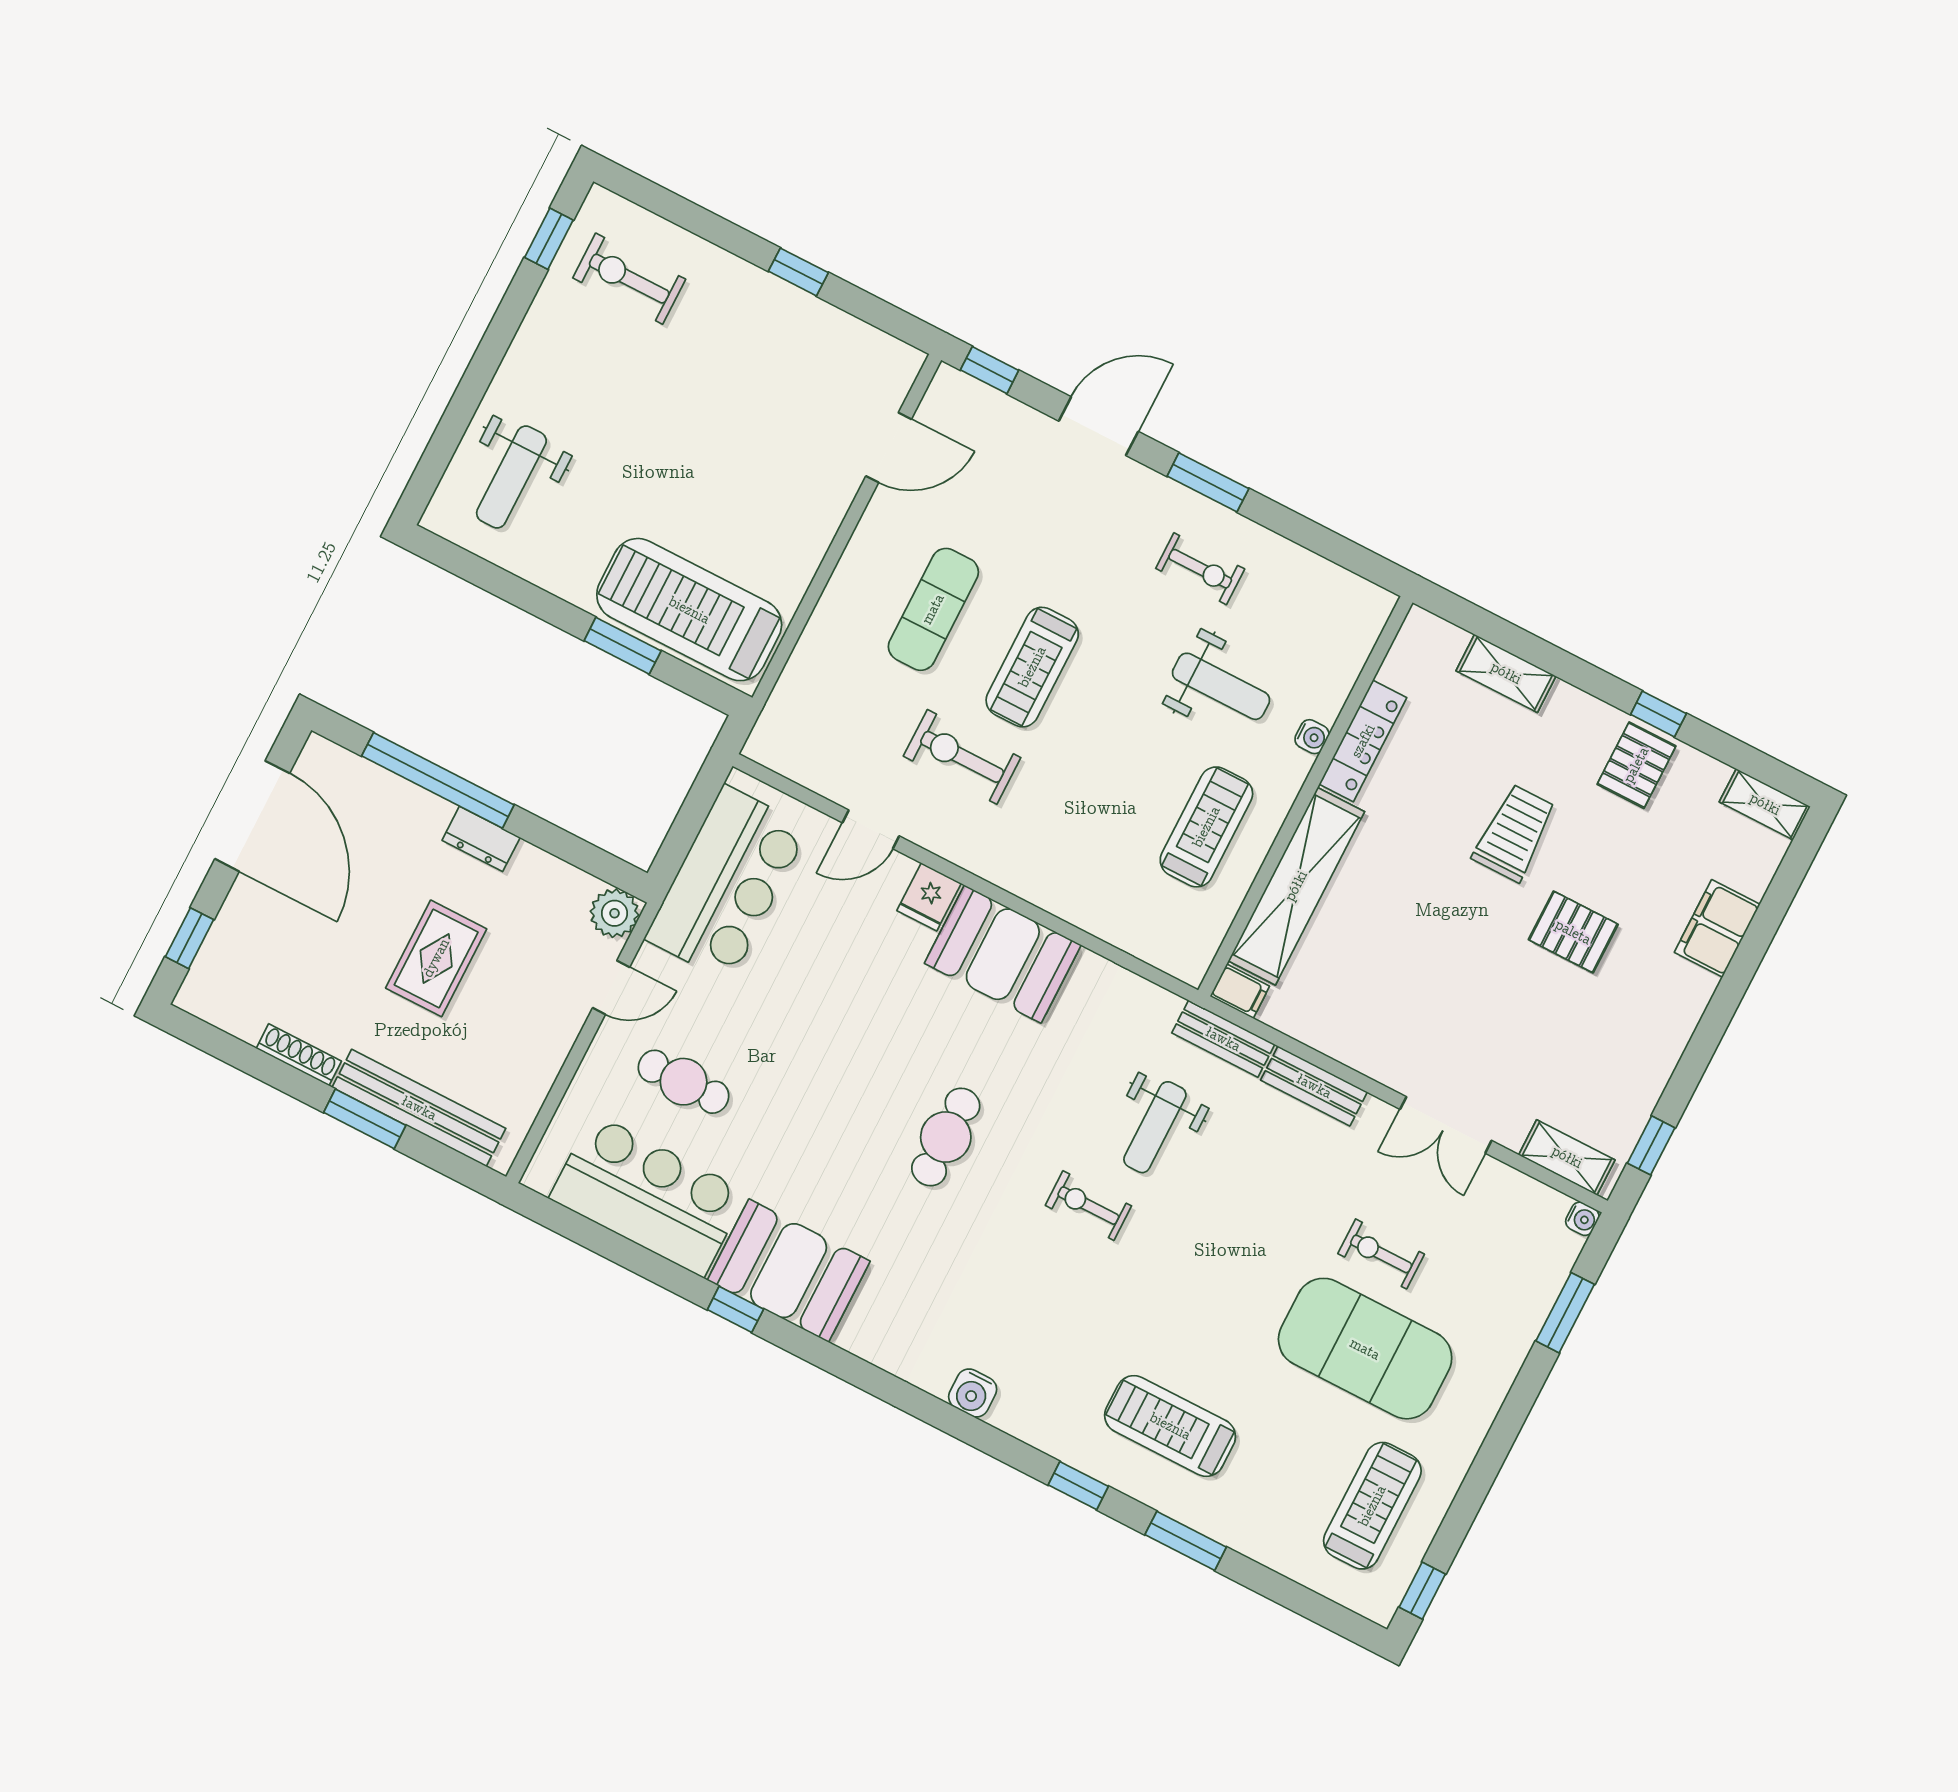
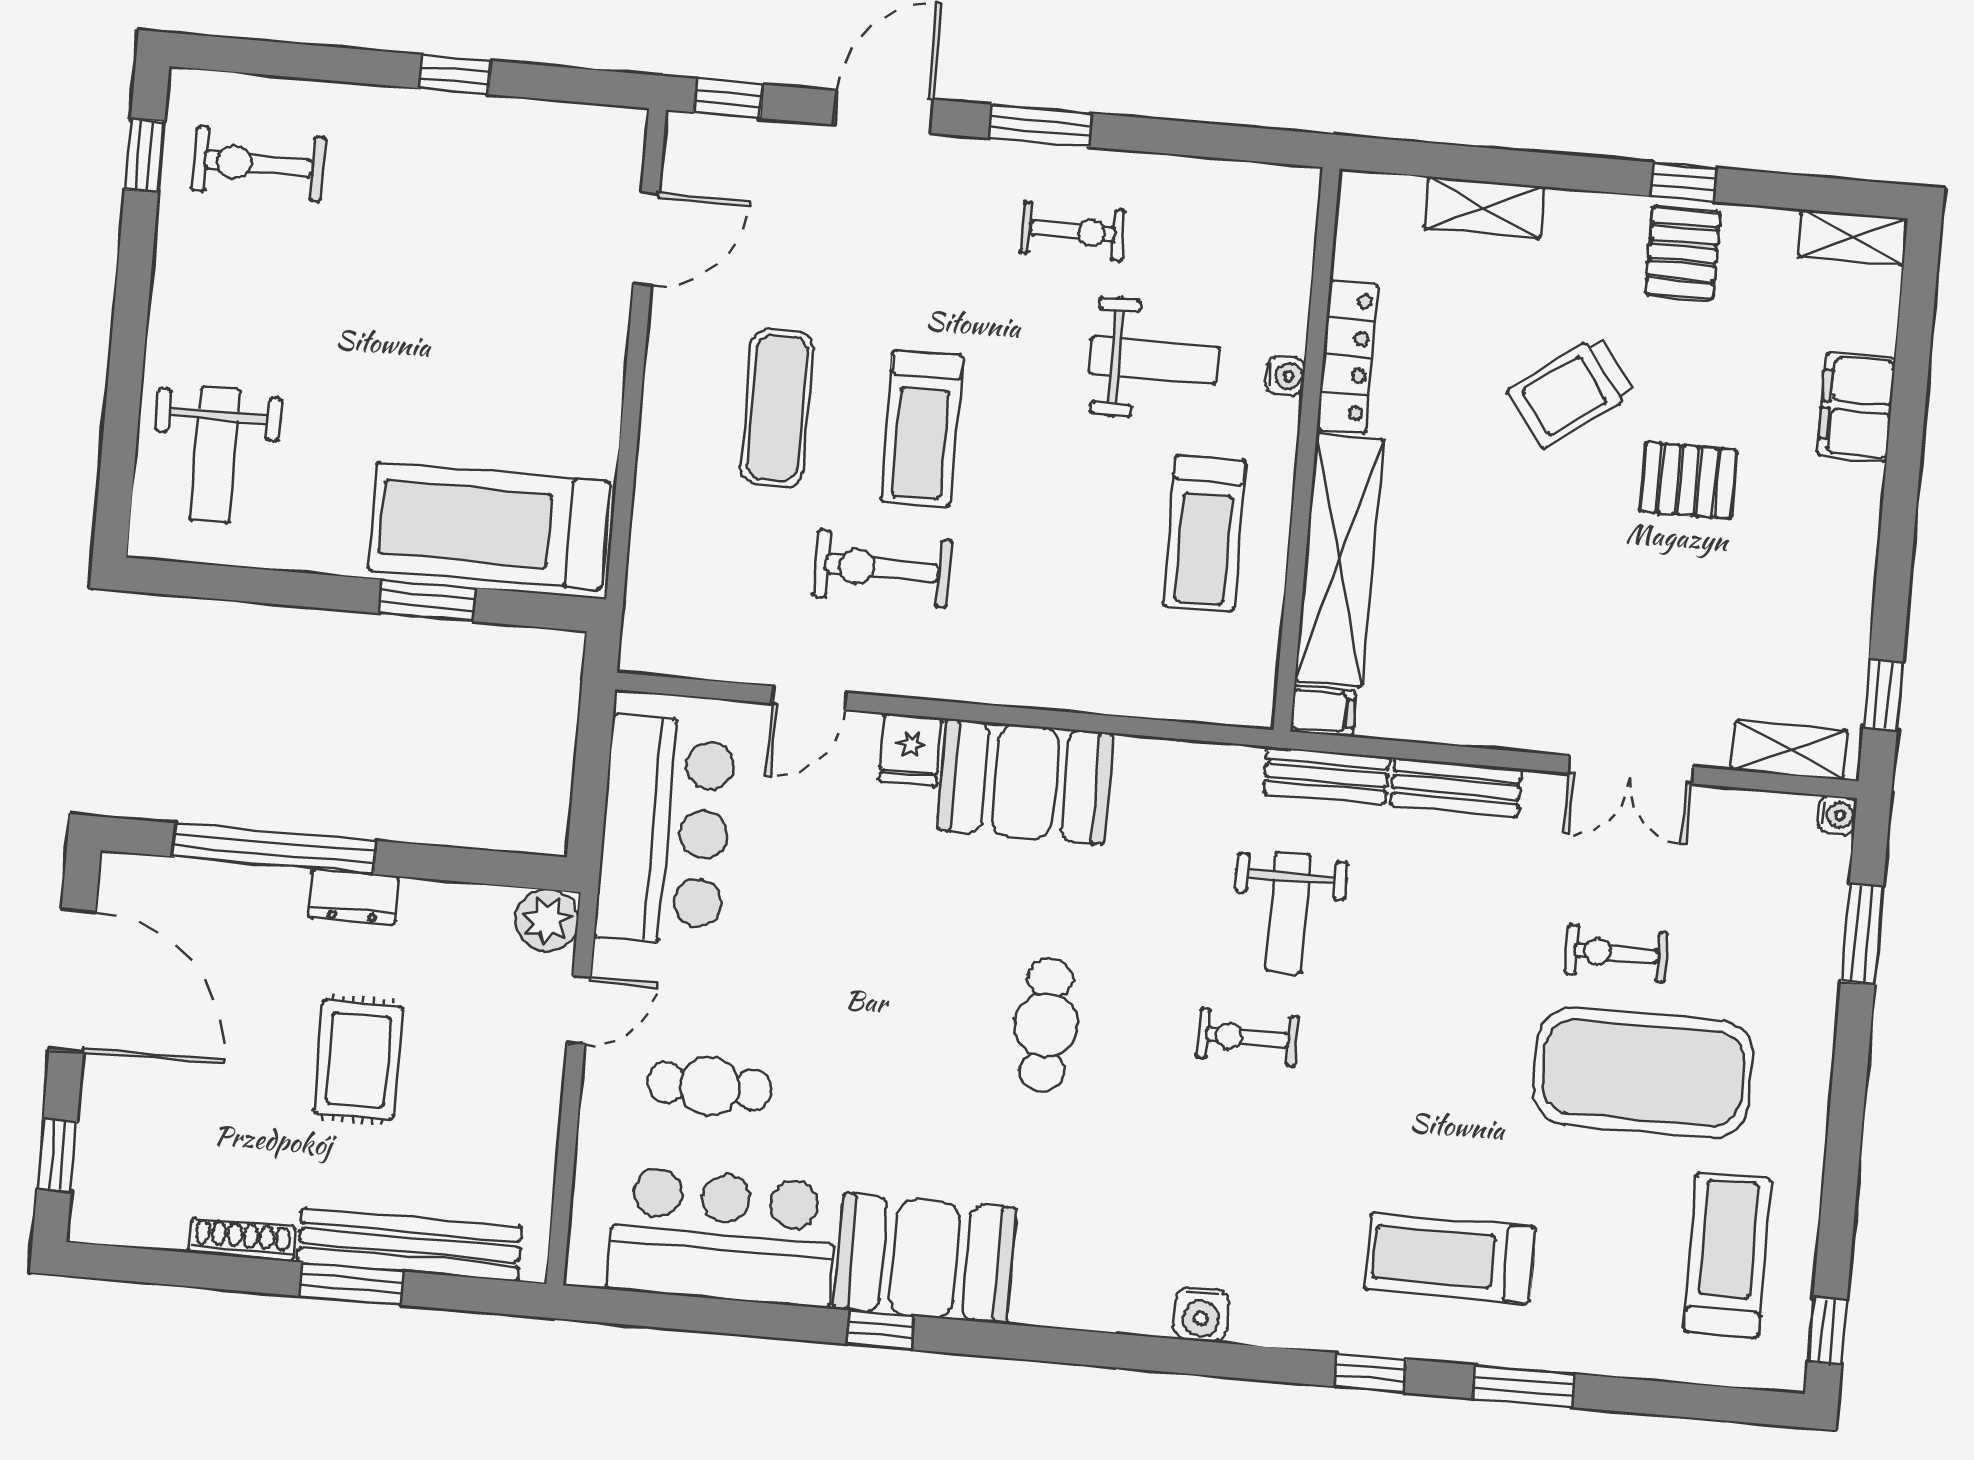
treadmill: (1206, 827) -> (1204, 533), turned 180
trolley: (1514, 833) -> (1571, 392), turned -126

